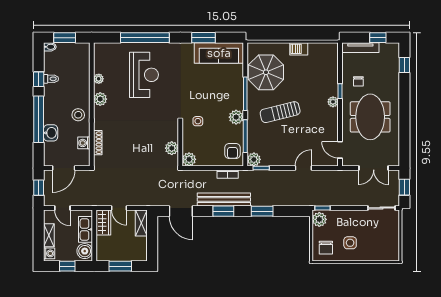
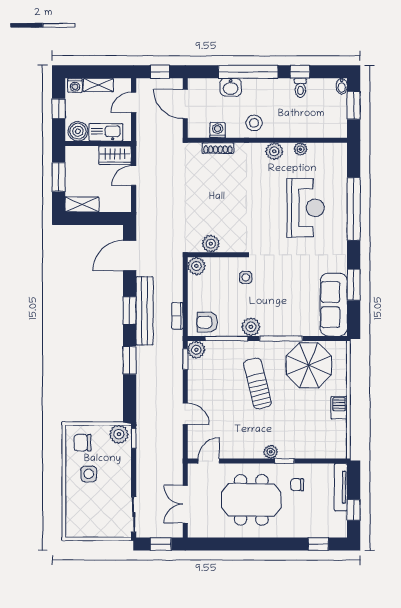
reception desk: (144, 75) -> (306, 208), turned -90
shelving: (141, 223) -> (82, 204), moved

